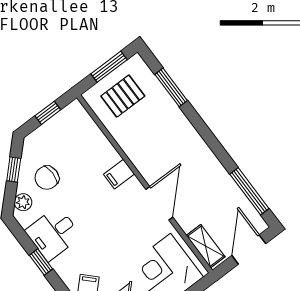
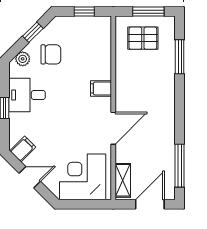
chair: (47, 178) -> (51, 54), turned 180

